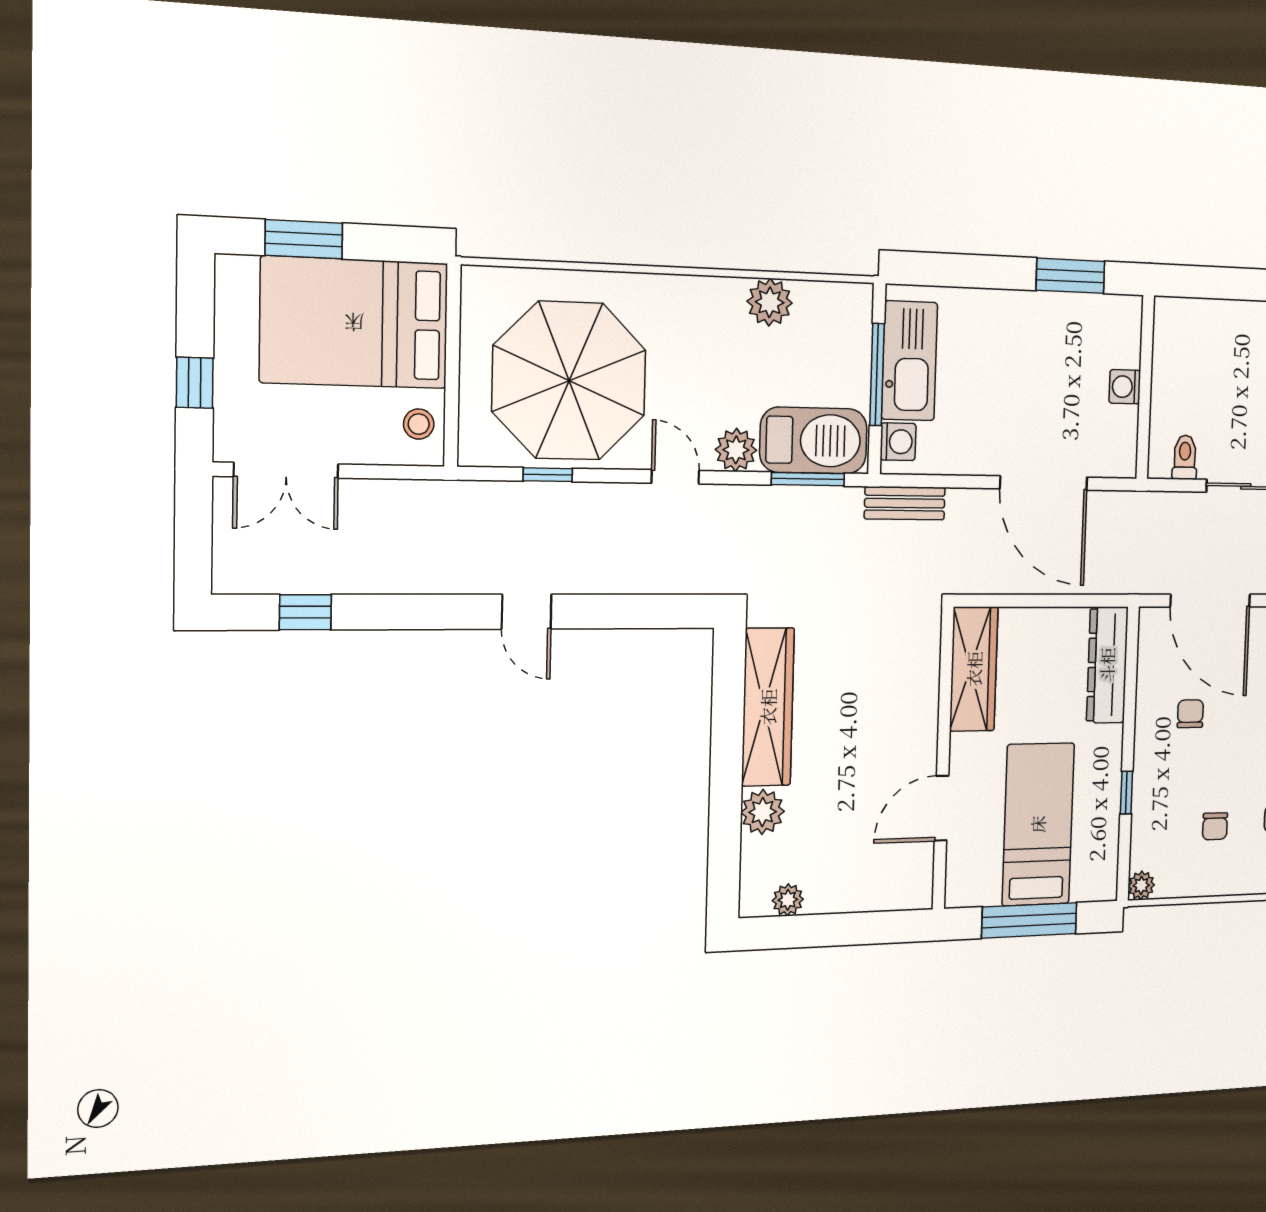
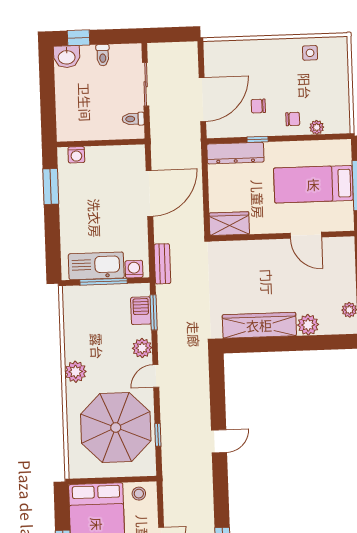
plant: (770, 302) -> (76, 372), moved
washing machine: (1125, 387) -> (76, 155), moved
barbecue: (813, 440) -> (141, 311), width x0.53, depth x0.65
wardrobe: (974, 669) -> (229, 224), width x0.67
window: (1126, 793) -> (258, 139), moved
chair: (1215, 826) -> (293, 119), moved
plant: (1141, 885) -> (317, 127), moved

